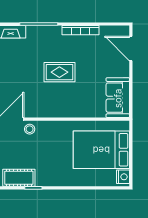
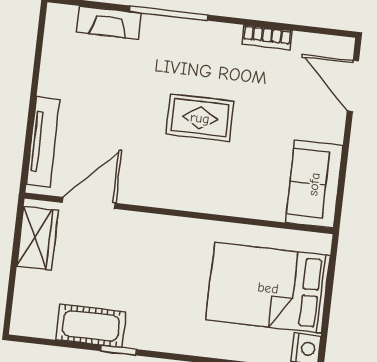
bookcase: (80, 30) -> (267, 37), width x0.64
stool: (30, 129) -> (125, 228), removed

